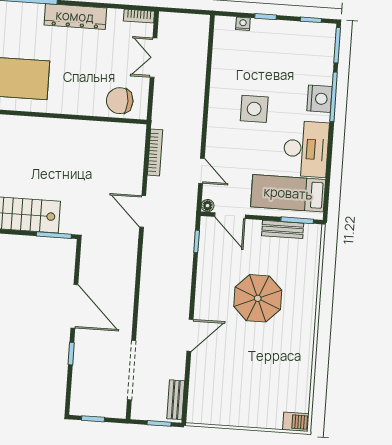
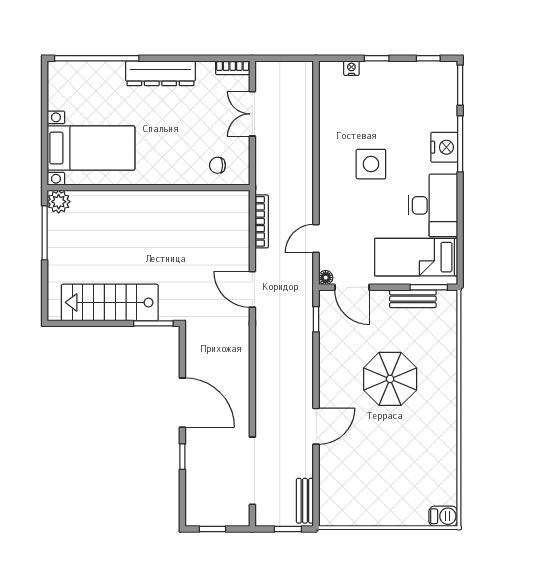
chair: (120, 101) -> (218, 165), width x0.54, depth x0.54
door: (201, 171) -> (316, 239), swing flipped

